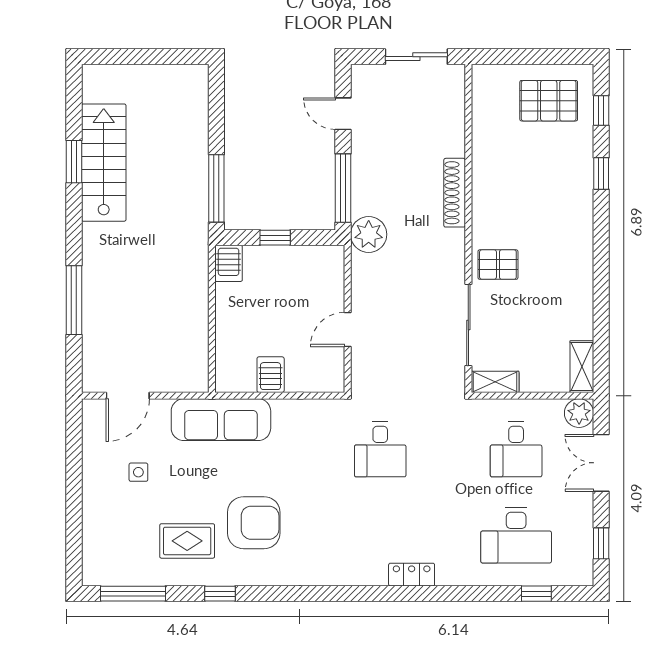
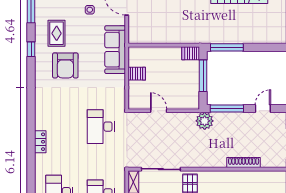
shoe rack: (455, 193) -> (244, 162), moved
window: (275, 238) -> (203, 76), width x2.17
desk: (380, 449) -> (101, 127), width x1.37

